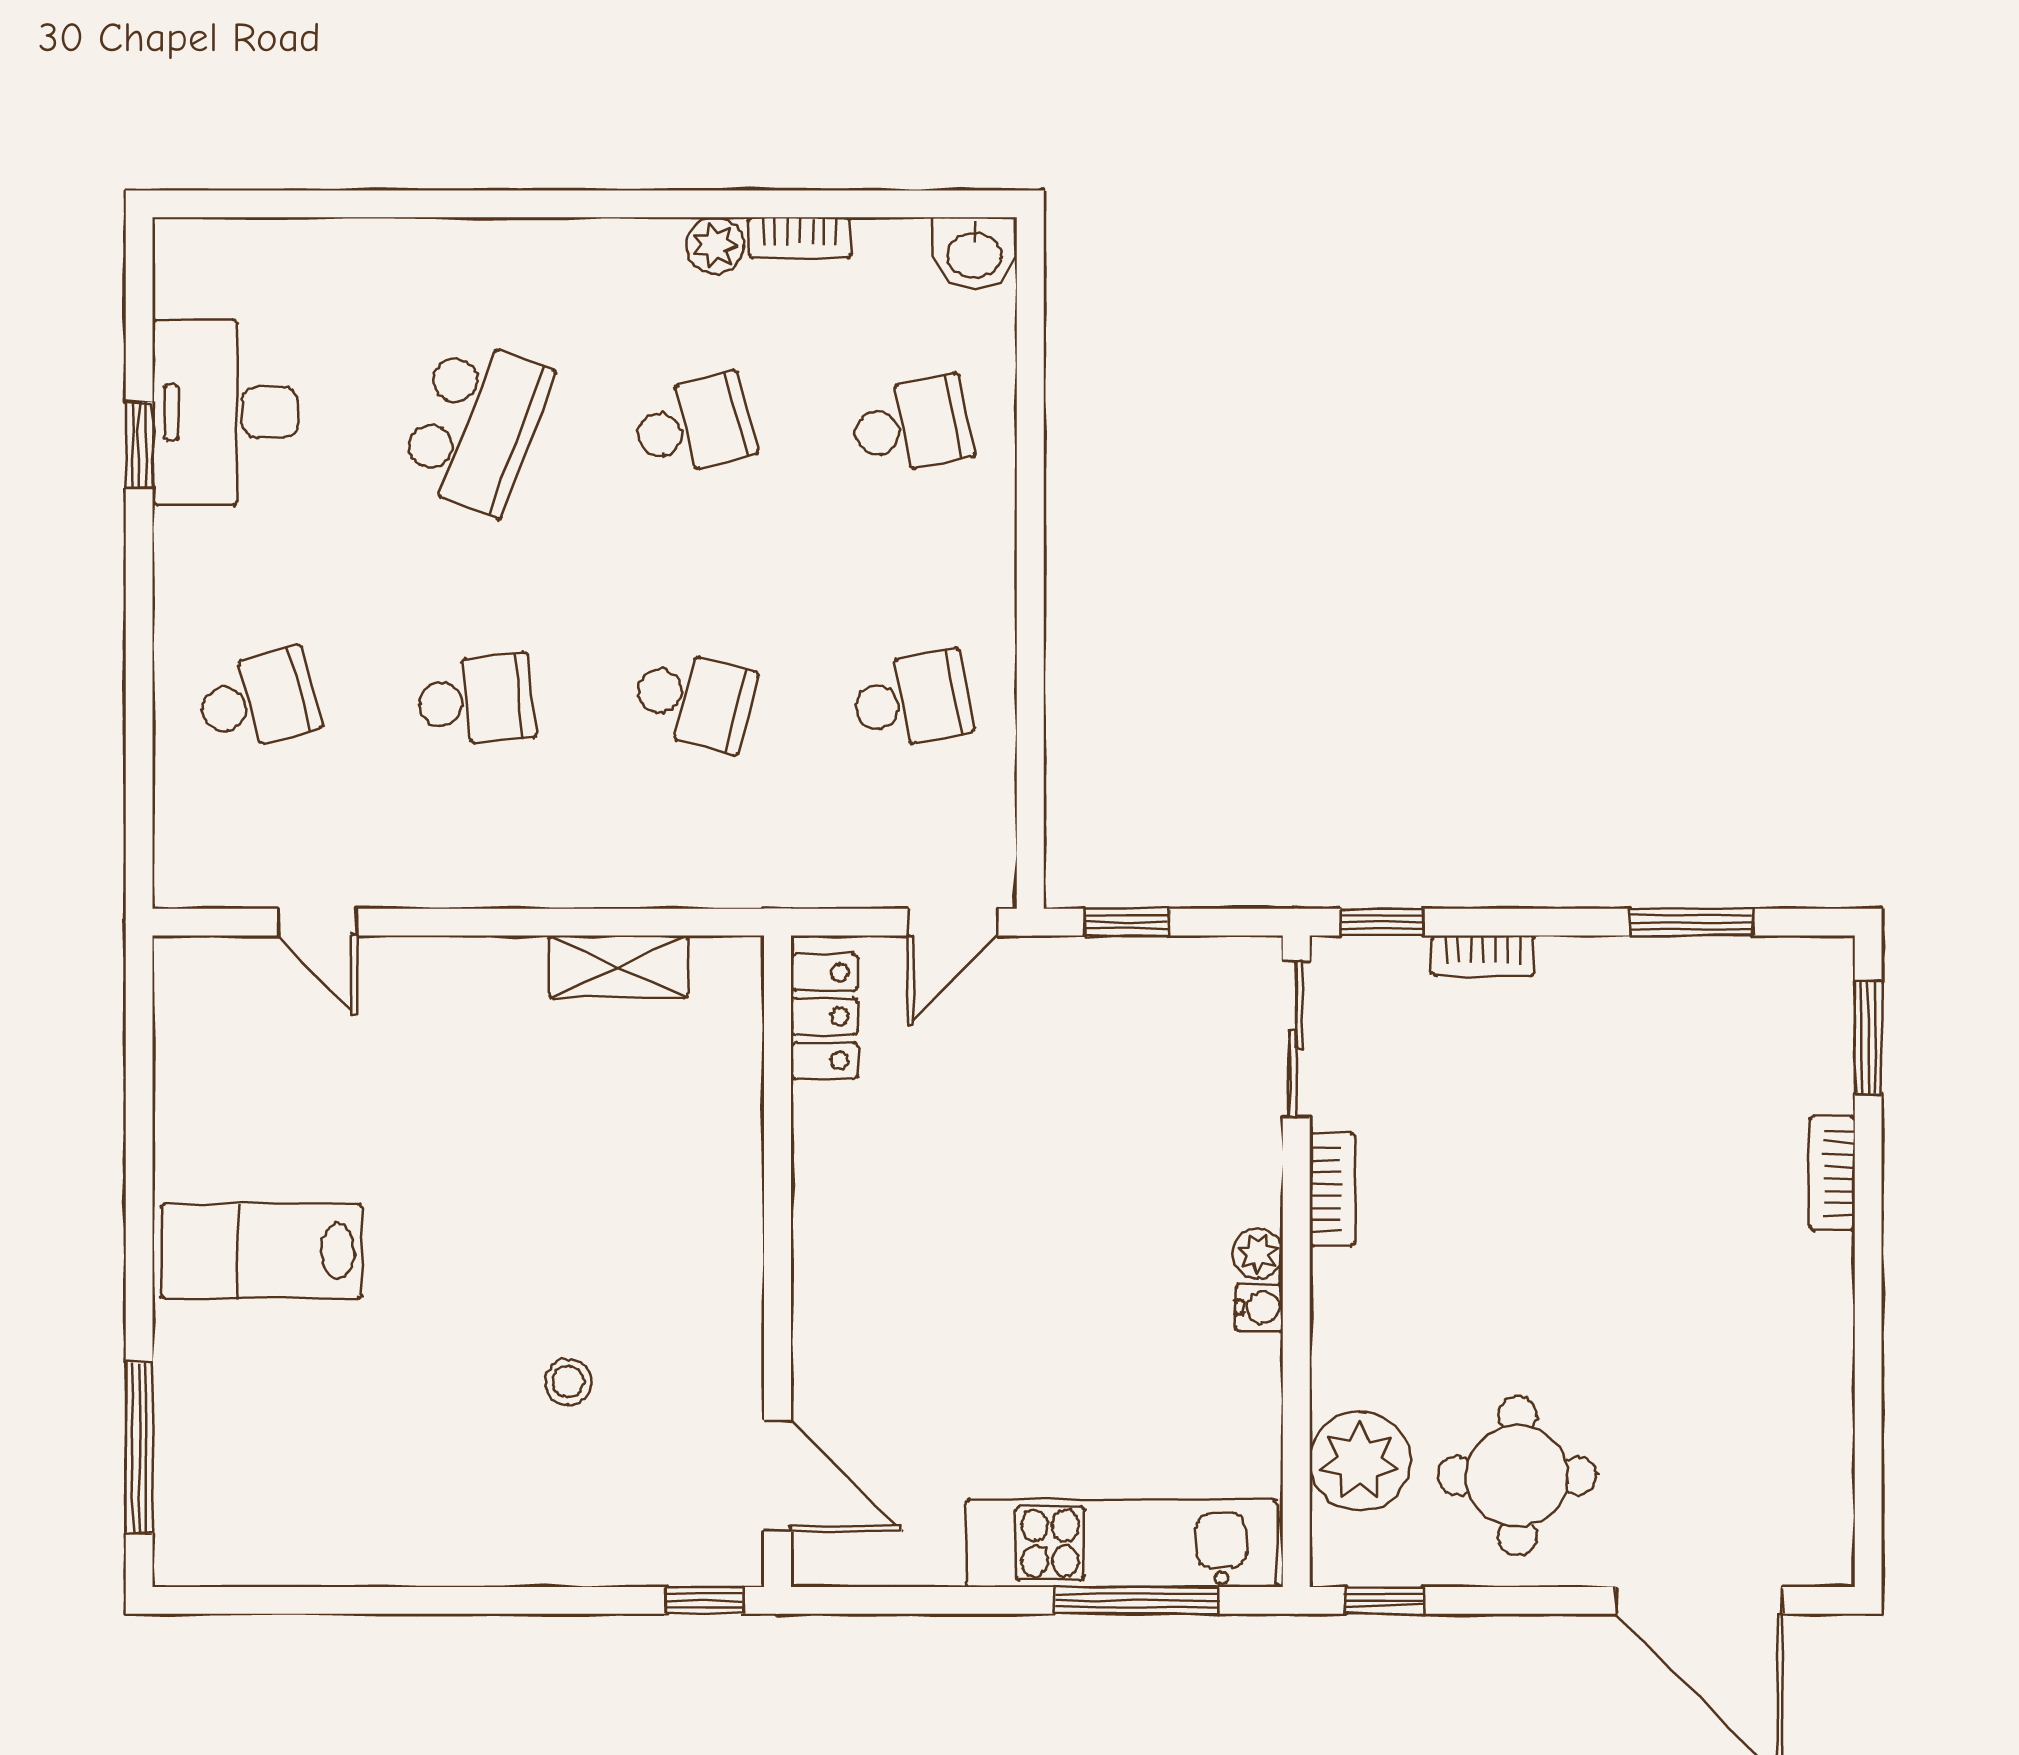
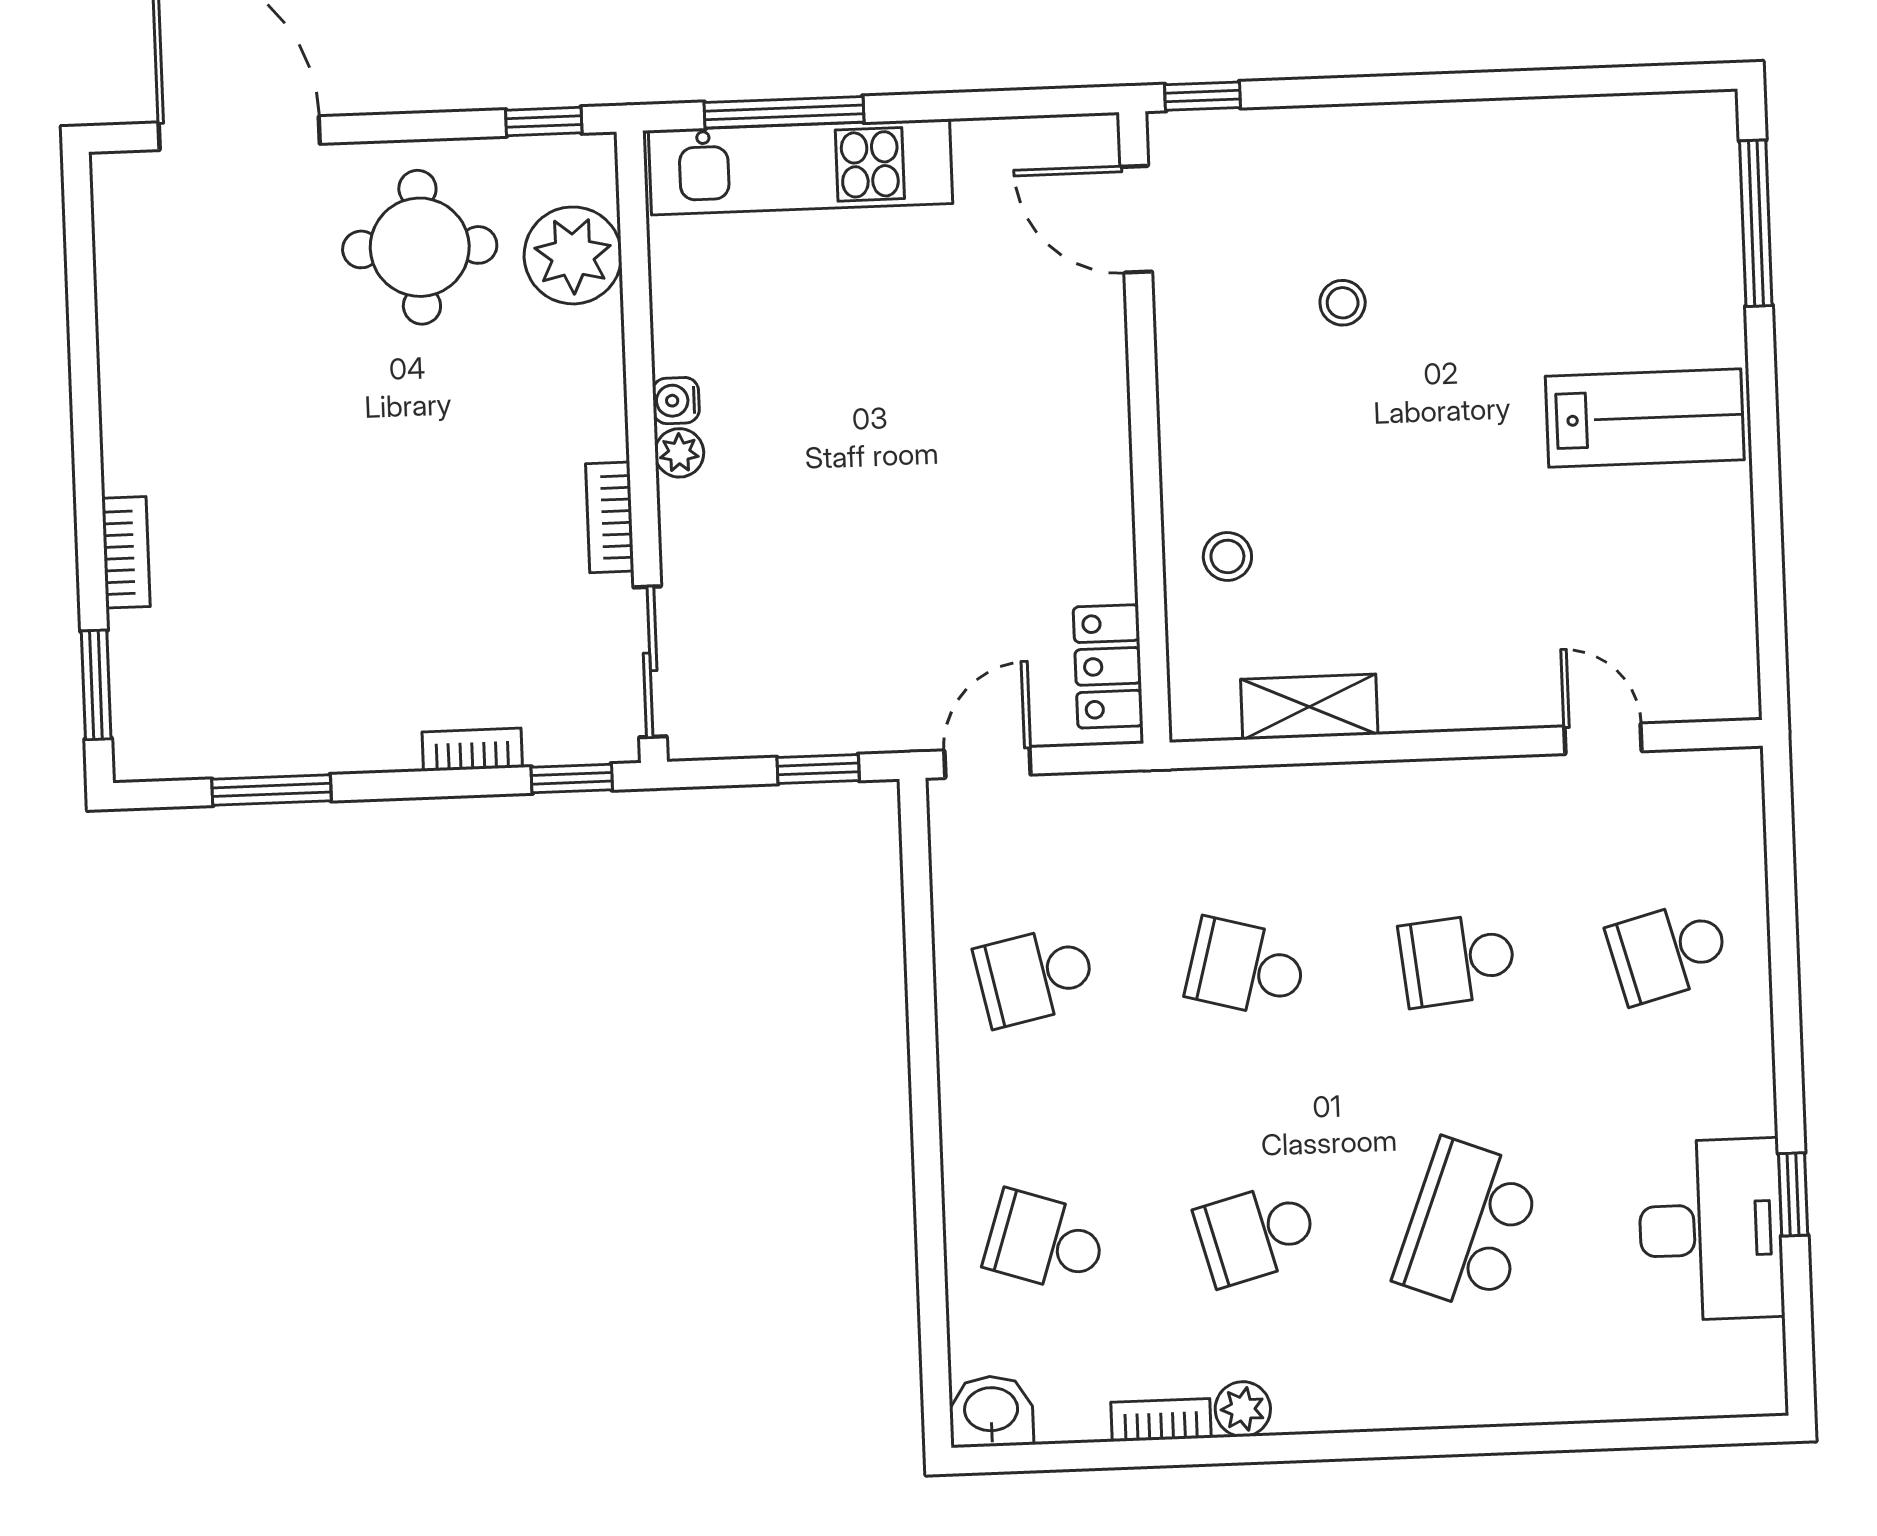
school desk: (912, 426) -> (1046, 1242), turned 30
stool: (697, 1125) -> (1227, 556), added

